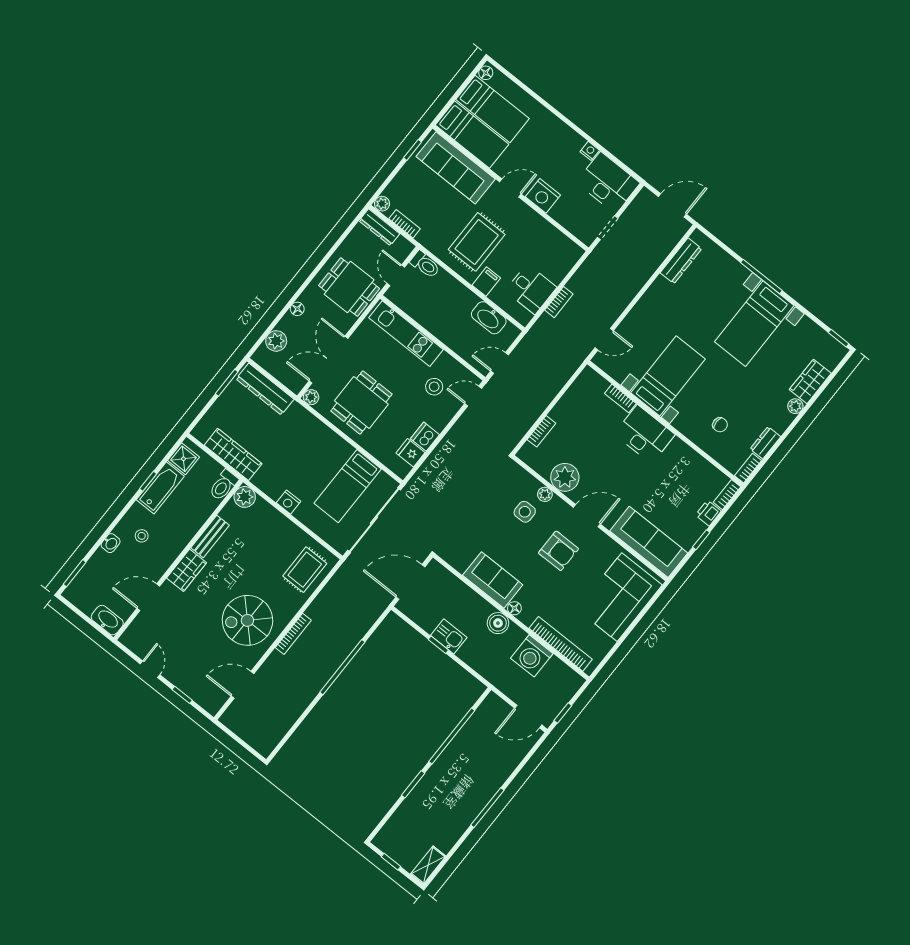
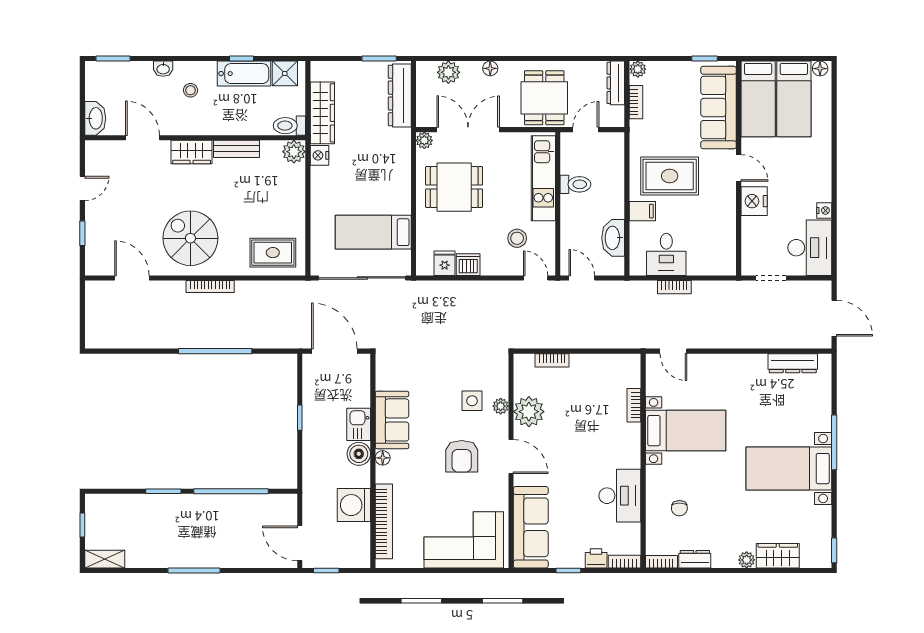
toilet: (425, 265) -> (575, 184), moved, turned -90
desk: (645, 434) -> (620, 496), moved
nightstand: (289, 502) -> (319, 155), moved
kitchen sink: (449, 636) -> (359, 424), moved, turned 180

